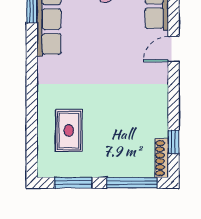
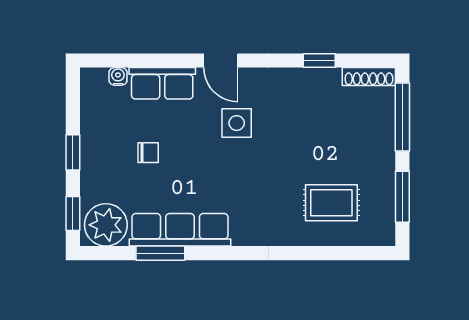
side table: (127, 61) -> (237, 123), added
window: (174, 142) -> (319, 61), moved

